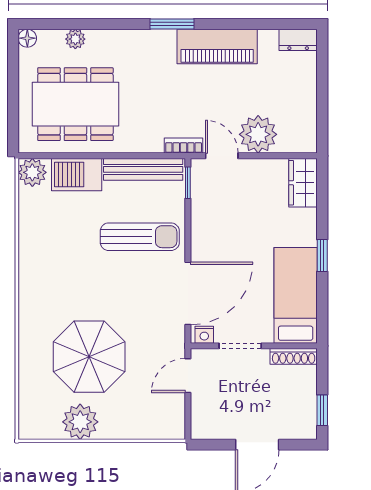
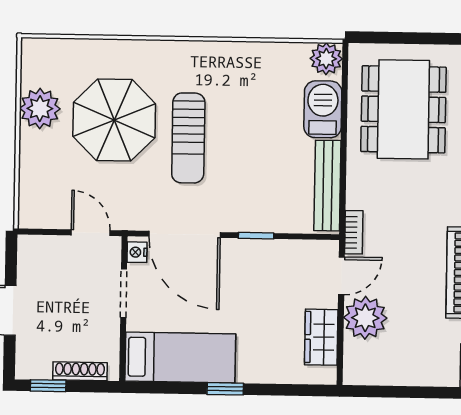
window: (188, 183) -> (256, 236), moved
wardrobe: (303, 183) -> (321, 337), moved, turned -90
sun lounger: (140, 237) -> (188, 138), moved
shoe rack: (294, 356) -> (80, 371), moved, turned 90

